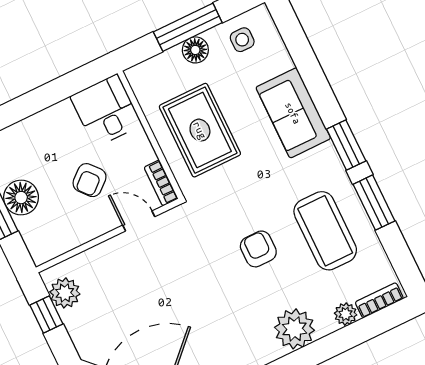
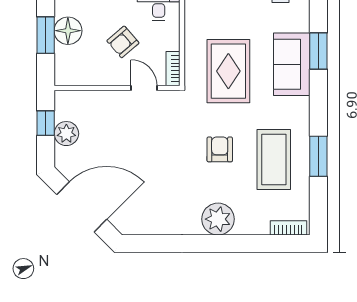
rug: (200, 130) -> (228, 71), moved
window: (346, 145) -> (318, 51), moved
plant: (65, 293) -> (66, 134), moved
plant: (346, 314) -> (260, 226), removed

